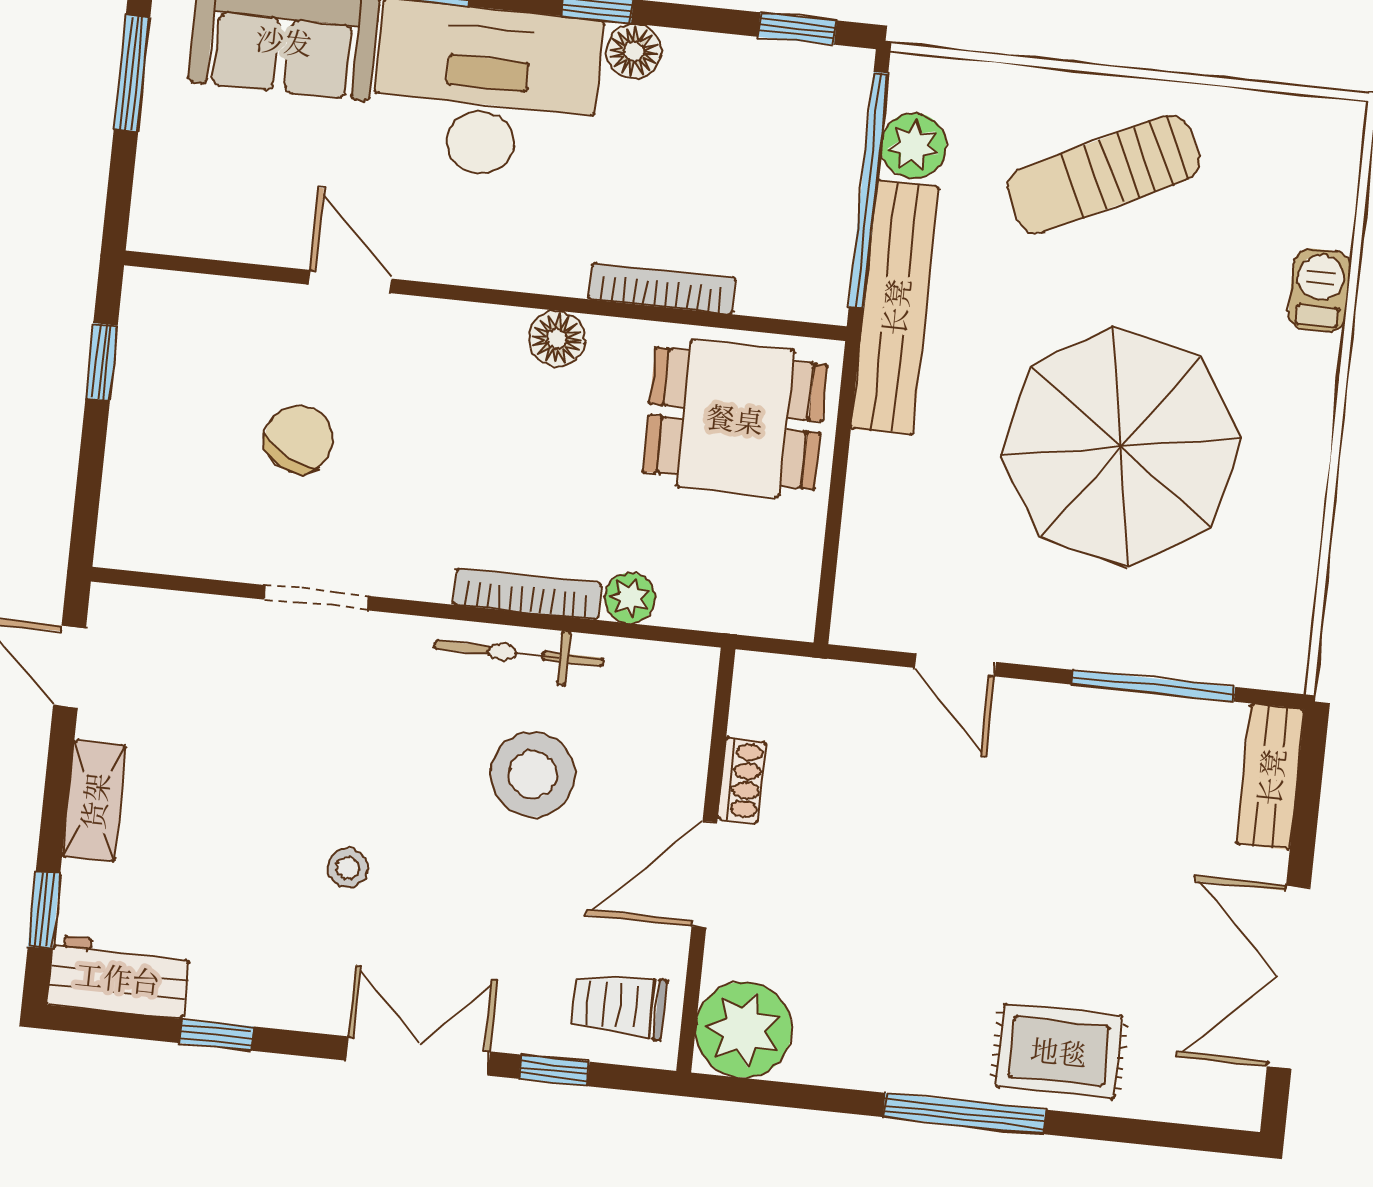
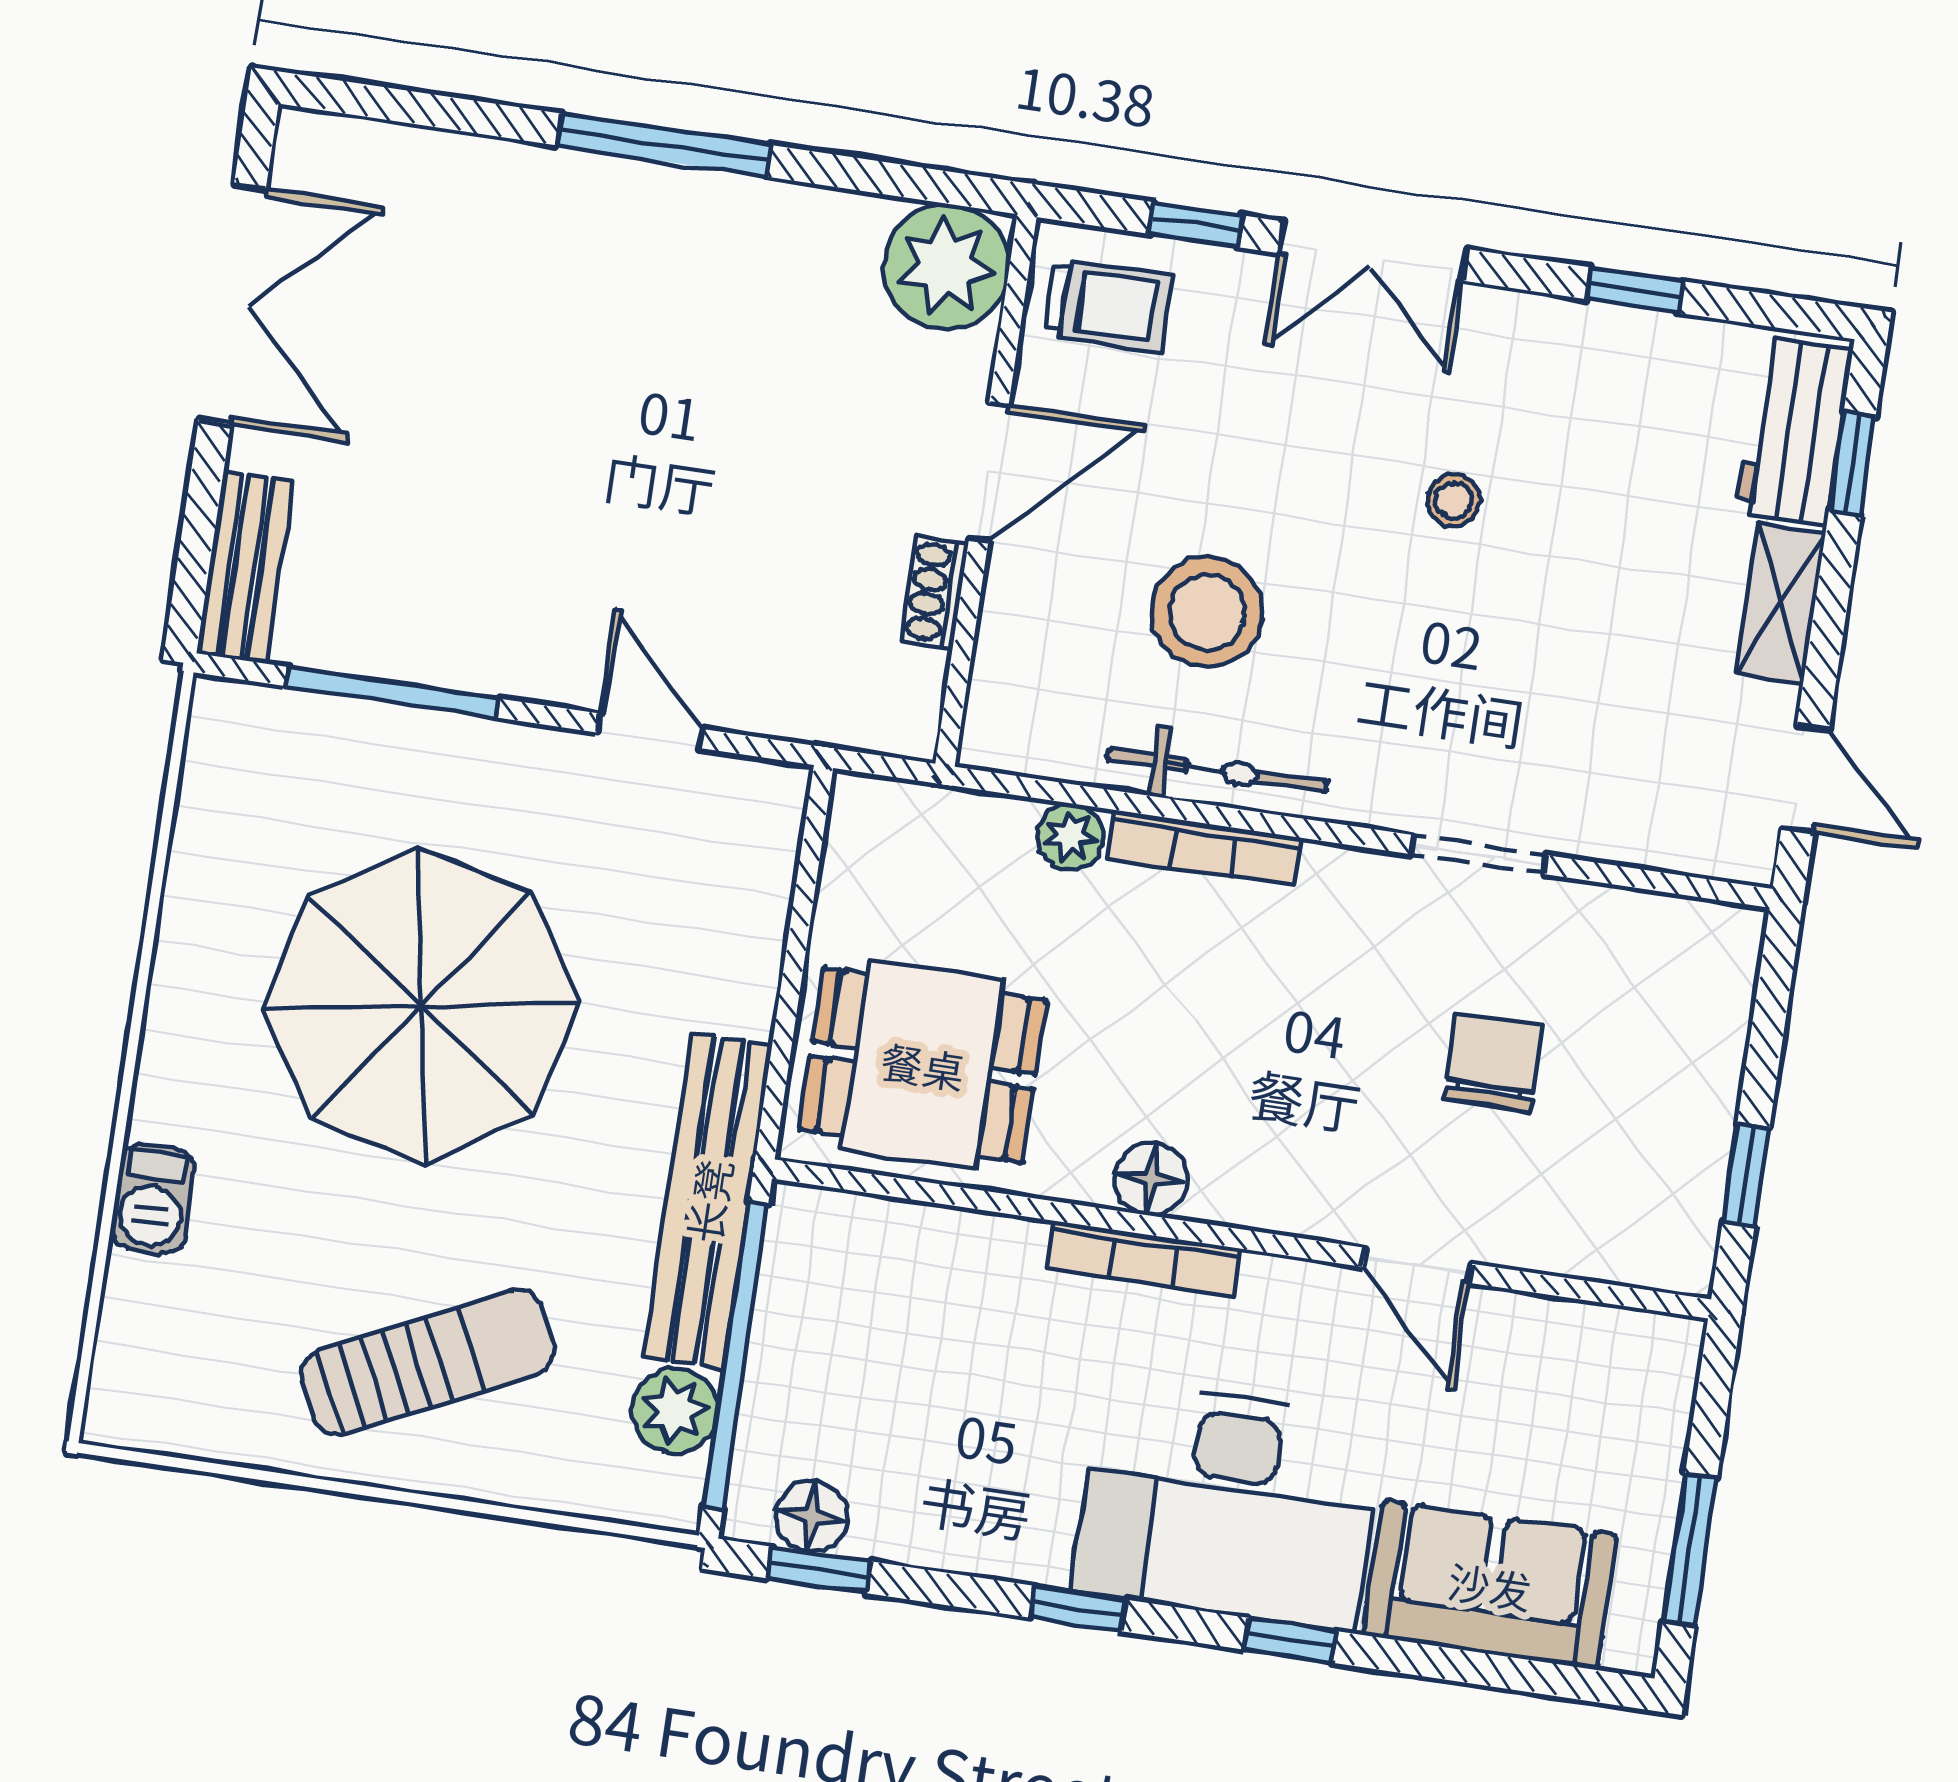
floor lamp: (634, 51) -> (812, 1516), moved
bookcase: (662, 288) -> (1144, 1259), moved
chair: (299, 439) -> (1493, 1063), turned 153
workbench: (118, 977) -> (1794, 431), moved, turned 90
rug: (1059, 1051) -> (536, 221), removed

